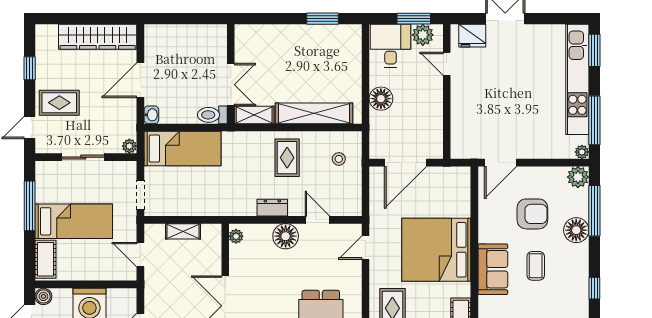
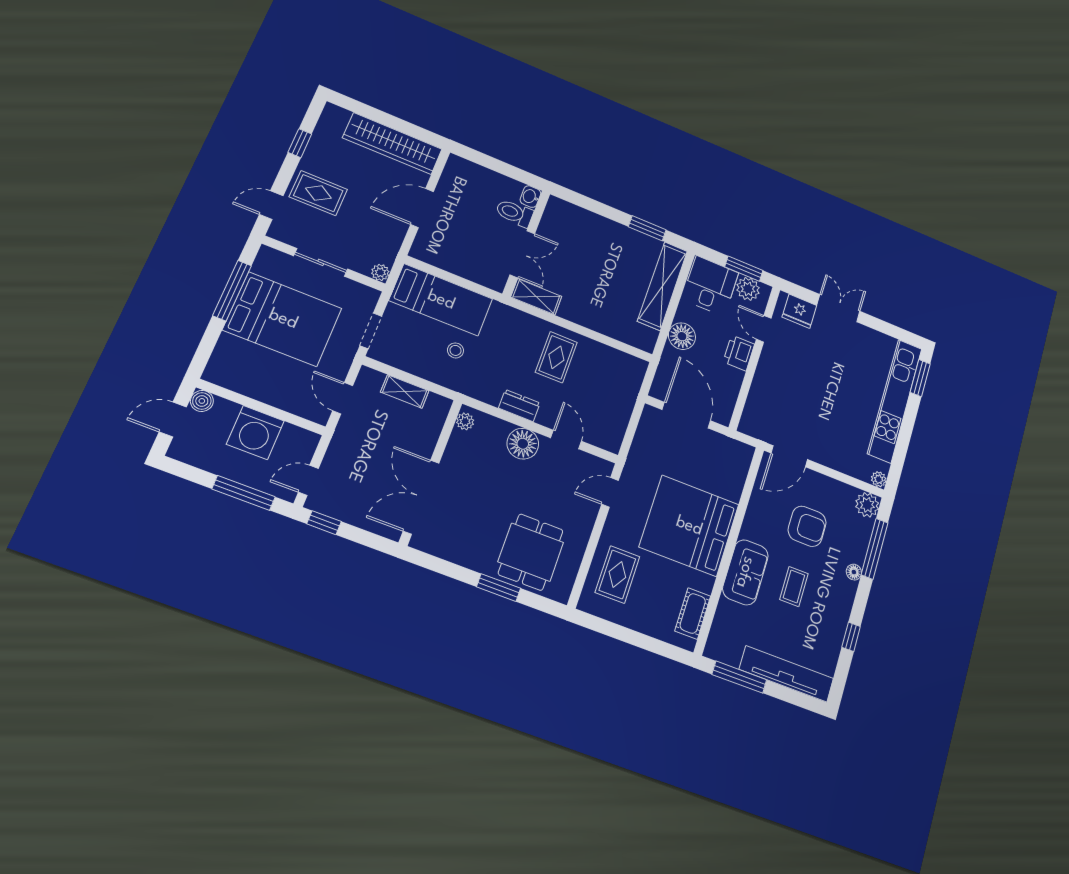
printer: (432, 93) -> (739, 353), added
shelving: (314, 113) -> (662, 286), moved, turned 90
washbasin: (151, 115) -> (530, 197), moved, turned 180
toilet: (212, 115) -> (514, 213), moved
window: (594, 120) -> (901, 451), removed
stool: (339, 159) -> (455, 350), moved
door: (406, 163) -> (686, 415), swing flipped
bed: (74, 221) -> (283, 319), width x1.50
floor lamp: (576, 230) -> (854, 572), width x0.53, depth x0.53
cot: (46, 259) -> (224, 359), removed

